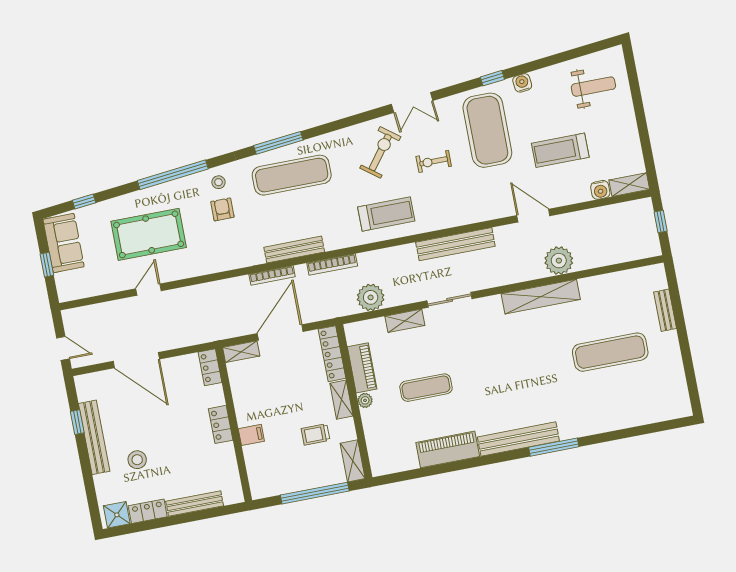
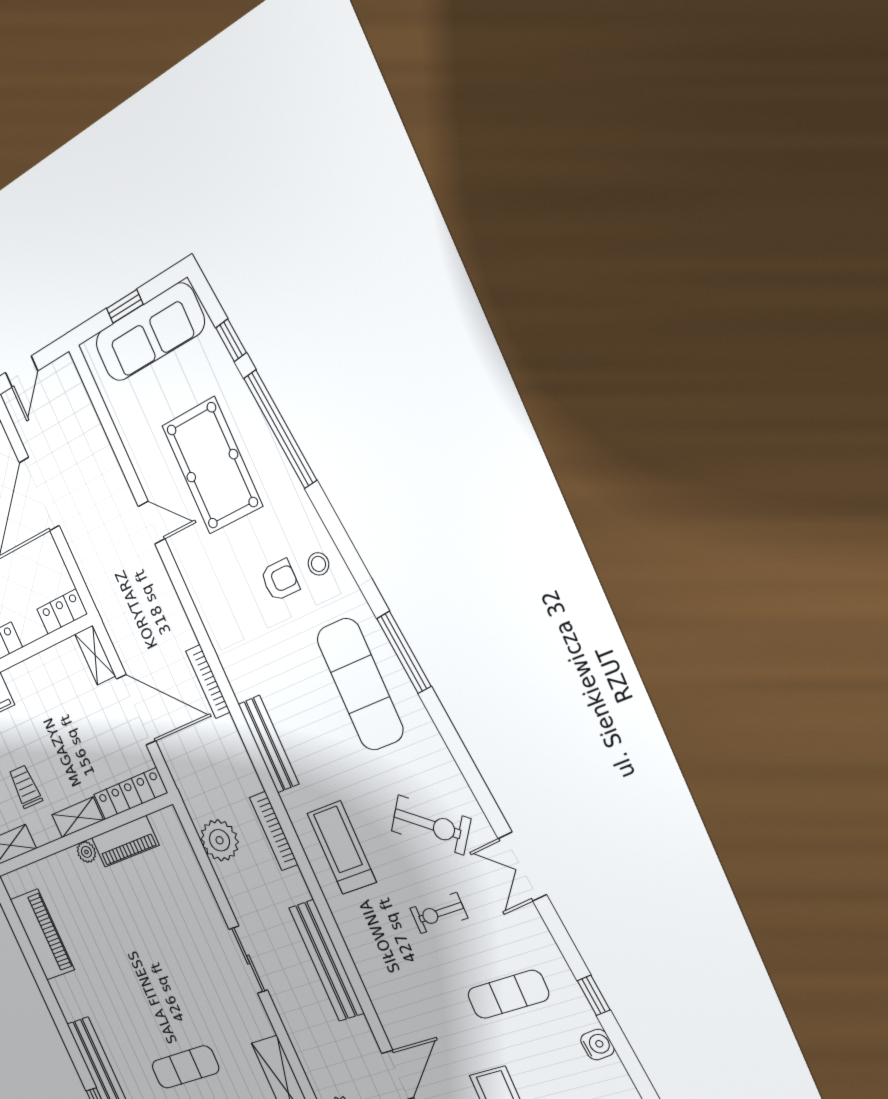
exercise mat: (487, 130) -> (508, 994), width x0.50, depth x0.69
exercise bike: (434, 161) -> (439, 913), turned -90
window: (173, 175) -> (280, 429), moved
treadmill: (386, 214) -> (342, 848), turned 180
sofa: (64, 243) -> (150, 332), width x1.36
bench: (294, 250) -> (269, 744), moved
bookcase: (332, 265) -> (274, 831), moved
door: (149, 290) -> (152, 523), moved
shelving: (405, 321) -> (203, 896), removed
exercise mat: (426, 388) -> (185, 1067), moved, turned 90
piano: (448, 449) -> (42, 935), moved

